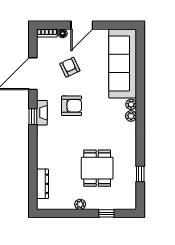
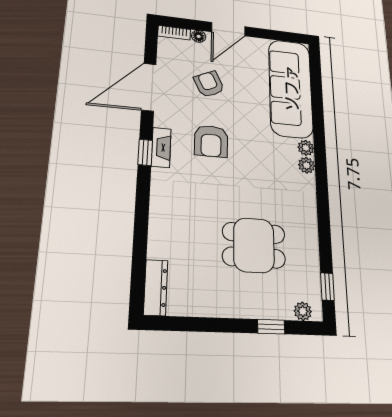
armchair: (72, 106) -> (211, 141), turned 90
dining table: (97, 168) -> (254, 245), turned 90
window: (140, 174) -> (327, 287), moved
dresser: (42, 184) -> (156, 287), moved
plant: (80, 204) -> (303, 311), moved

